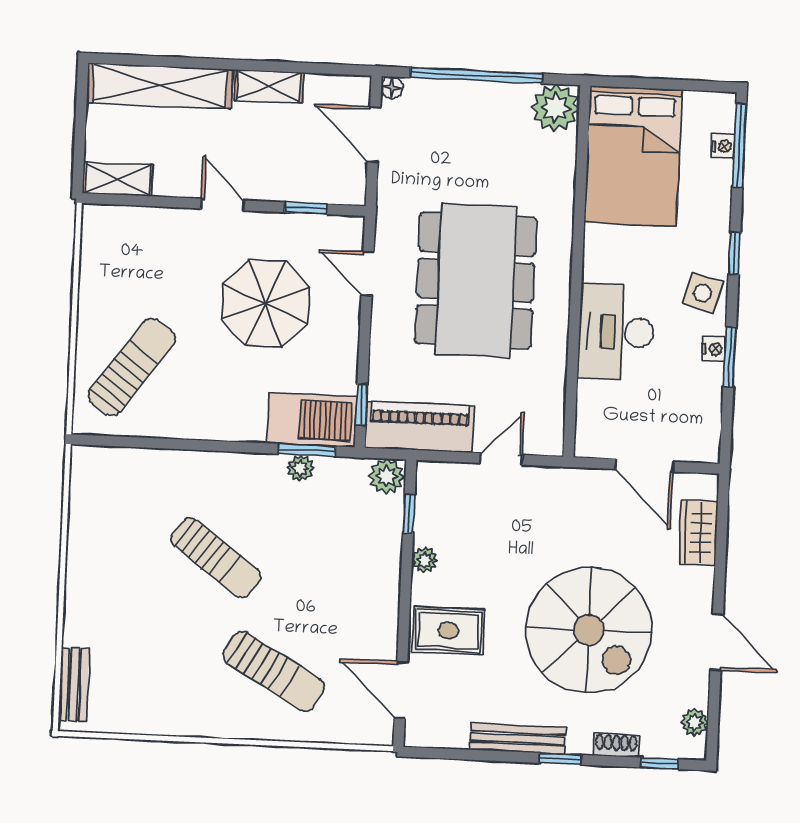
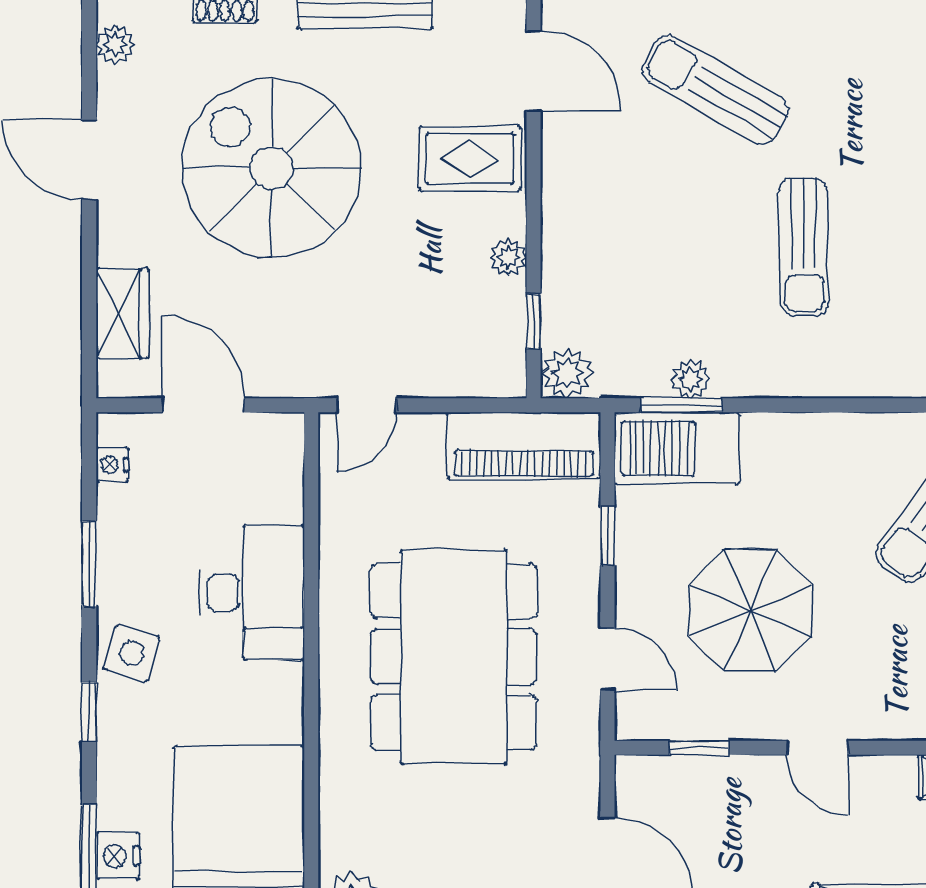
nightstand: (723, 146) -> (118, 856), width x1.39, depth x1.35
nightstand: (714, 349) -> (112, 465), moved
window: (362, 404) -> (607, 536), moved
door: (501, 459) -> (366, 405), moved
sun lounger: (216, 558) -> (804, 247), turned -127

